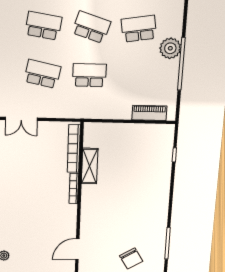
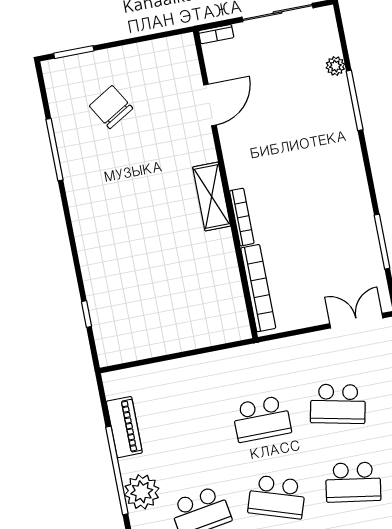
piano: (149, 113) -> (124, 427), moved, turned -90
shelving: (90, 166) -> (212, 197), moved

